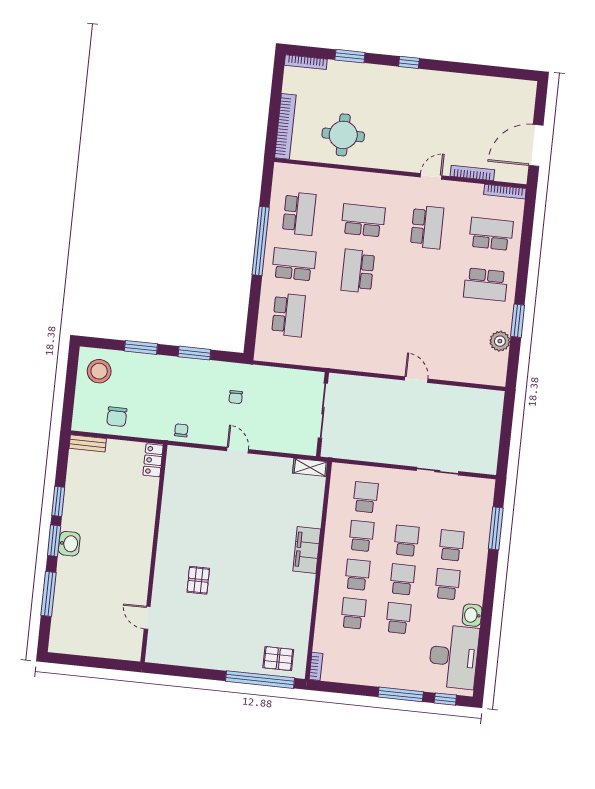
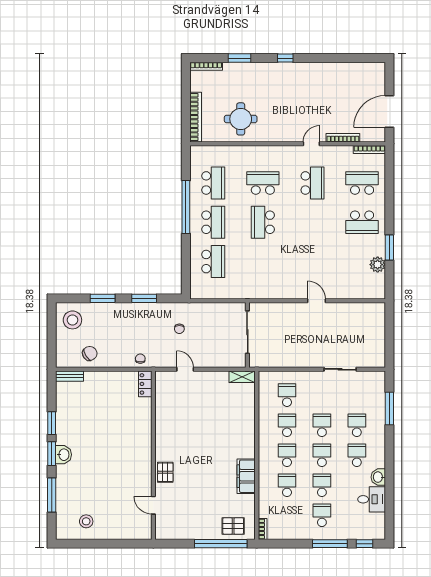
school desk: (294, 264) -> (213, 222), turned 90
chair: (117, 417) -> (90, 353), turned -122
locker: (153, 460) -> (145, 384), moved
filing cabinet: (307, 550) -> (246, 476), moved
wall: (154, 553) -> (153, 455), moved
door: (147, 618) -> (153, 505), moved
stool: (89, 633) -> (86, 521), added
school desk: (394, 657) -> (322, 515), added
desk: (454, 657) -> (372, 499), width x0.53, depth x0.77

